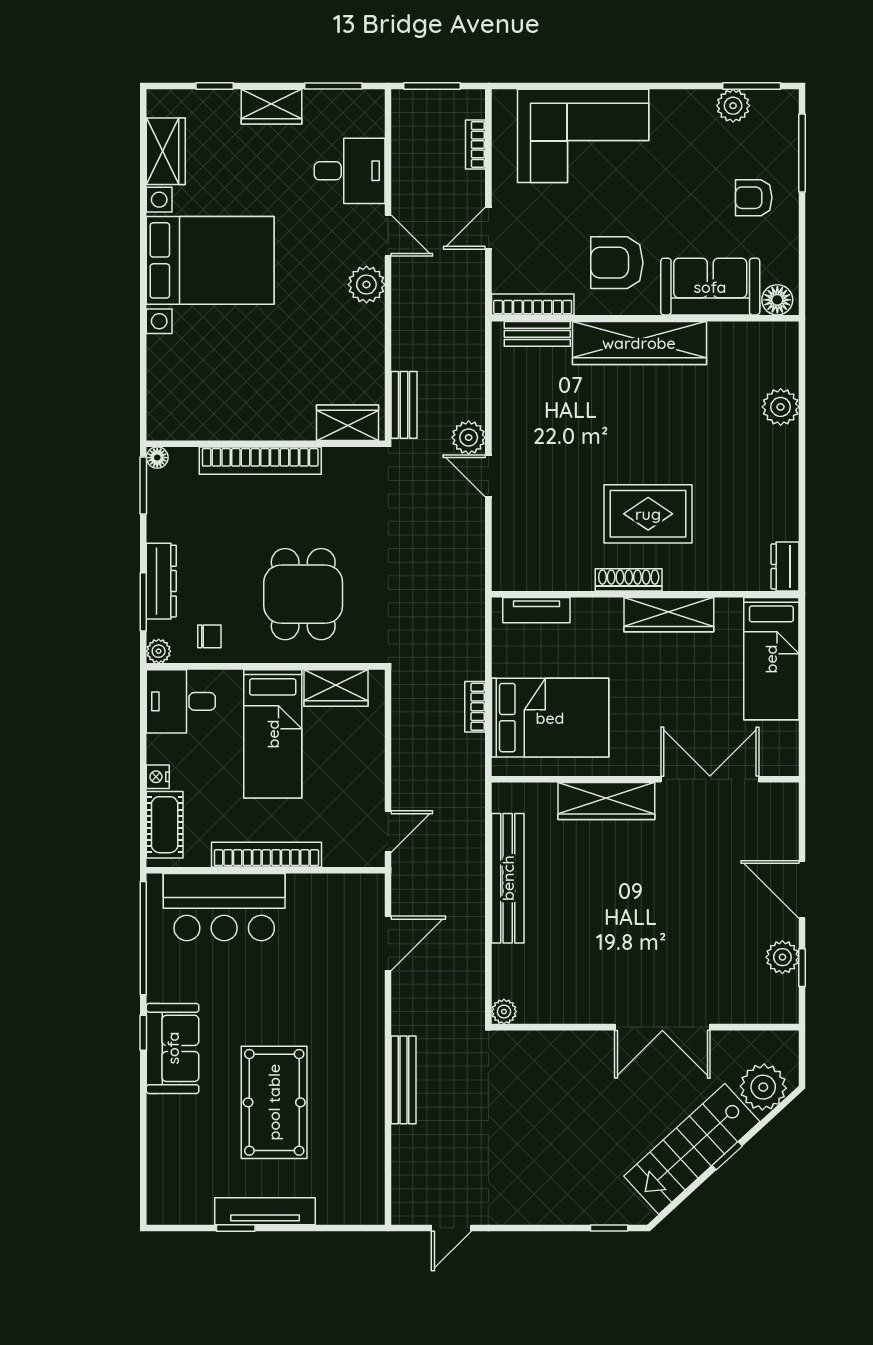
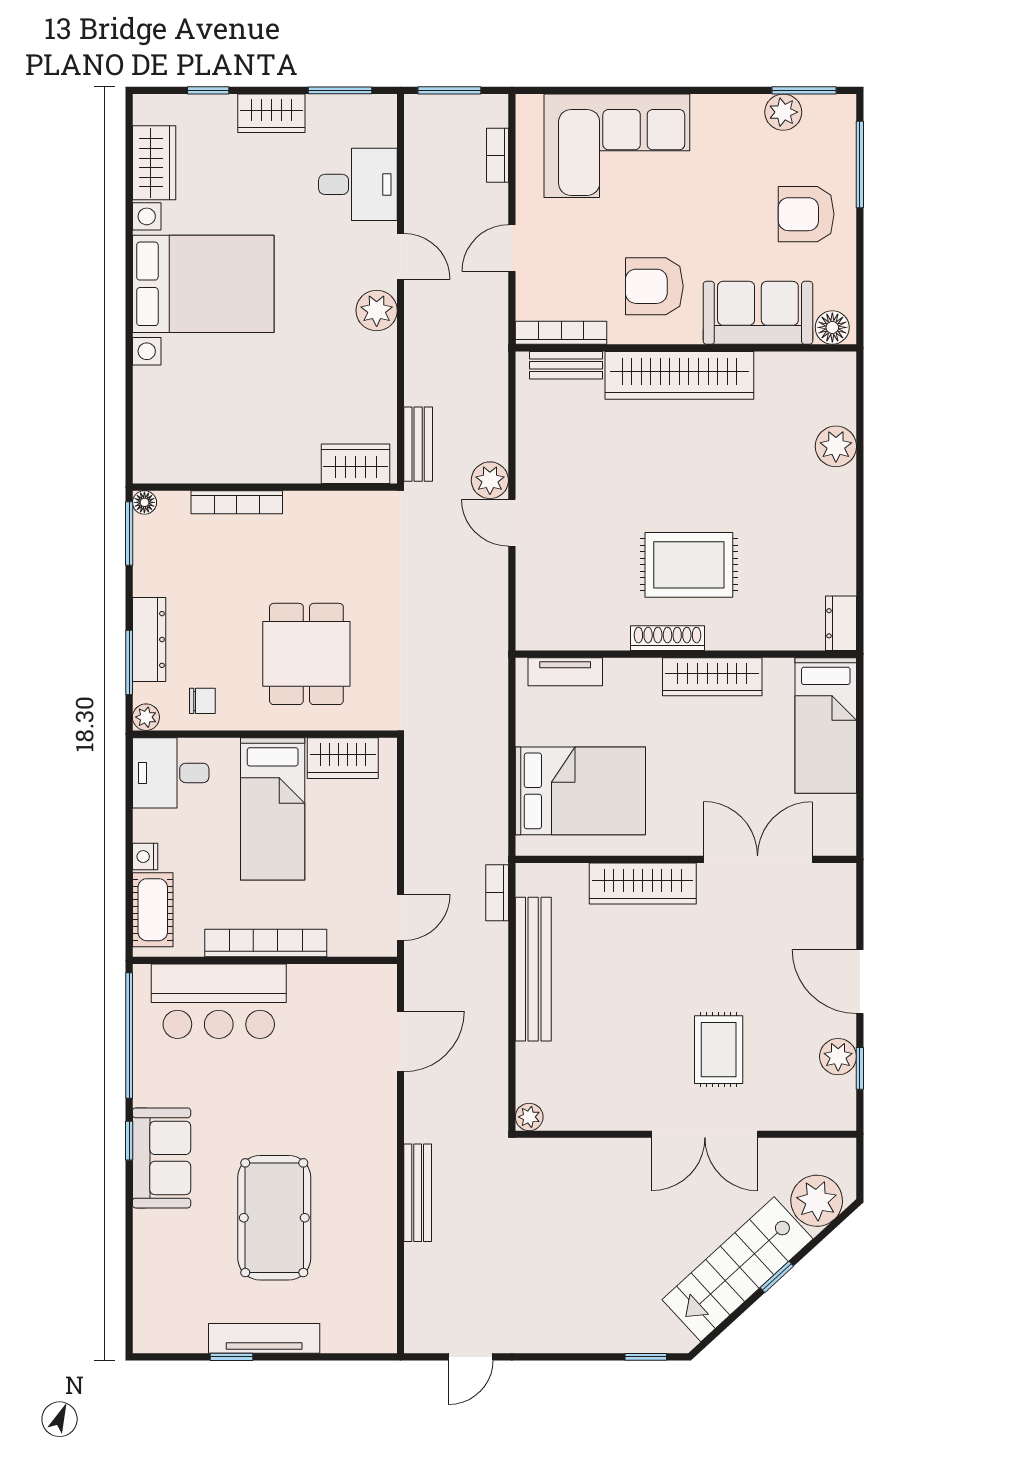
armchair: (754, 198) -> (806, 214), width x1.38, depth x1.38
bookcase: (260, 461) -> (237, 502), width x0.68, depth x0.76
bookcase: (475, 707) -> (497, 893), moved
rug: (675, 951) -> (719, 1050), added

